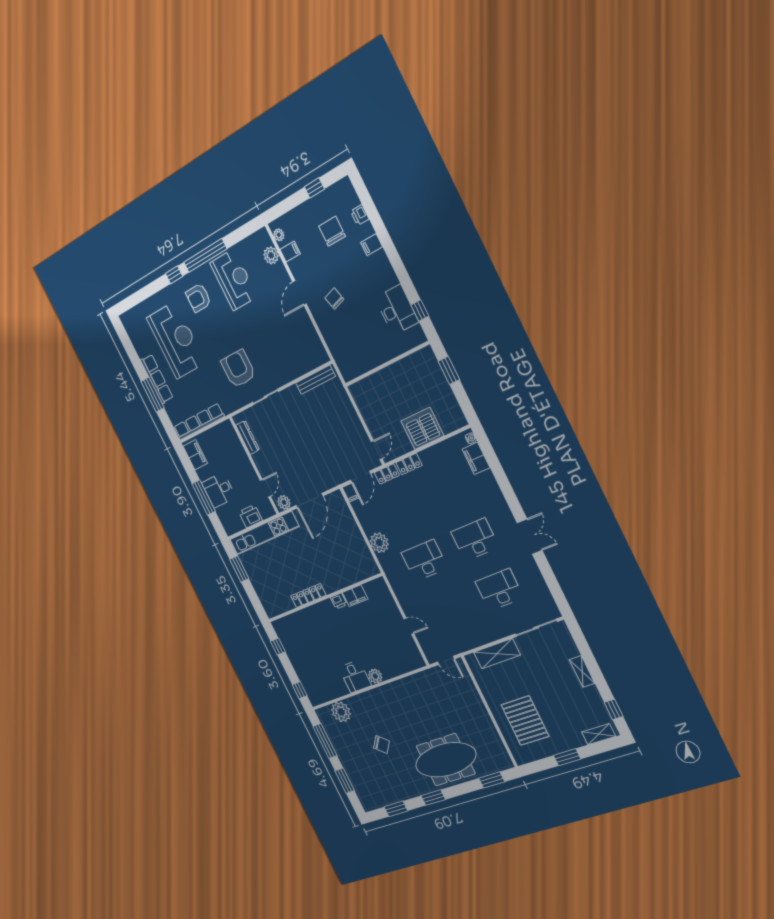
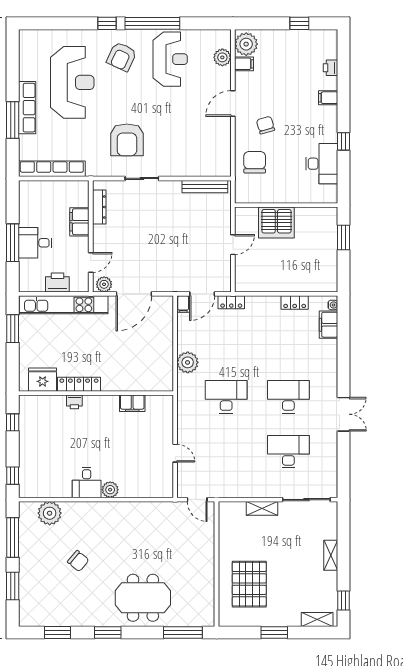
chair: (332, 231) -> (255, 162), moved
plant: (279, 235) -> (246, 44), width x1.88, depth x1.88
armchair: (198, 298) -> (122, 57), turned -65
window: (420, 311) -> (343, 141), moved
armchair: (238, 369) -> (127, 140), turned 180
server rack: (422, 428) -> (276, 222), moved, turned 180
door: (377, 450) -> (233, 245), moved
filing cabinet: (195, 455) -> (79, 222), moved, turned 180
locker: (409, 464) -> (295, 303), moved
printer: (339, 601) -> (74, 402), moved
fridge: (281, 602) -> (43, 380), added
shelving: (497, 654) -> (262, 508), width x0.67, depth x0.75
meeting table: (446, 760) -> (143, 598), width x0.73
window: (492, 780) -> (183, 633), width x1.44

